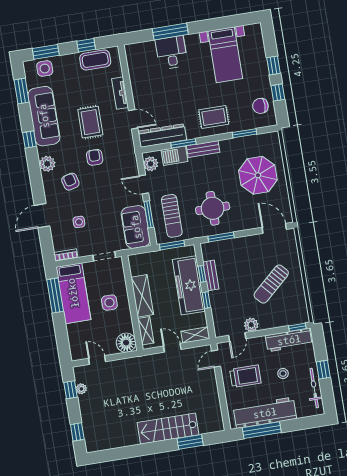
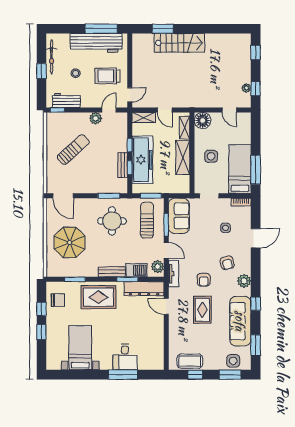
tv unit: (120, 93) -> (174, 274), moved
rug: (214, 117) -> (98, 297), width x1.36, depth x1.43
workbench: (289, 340) -> (66, 100), width x0.73

